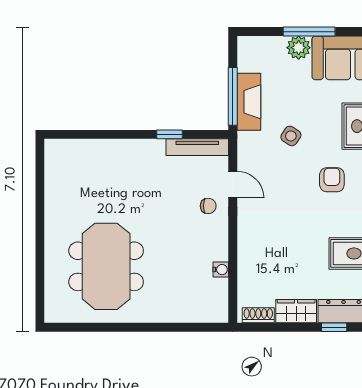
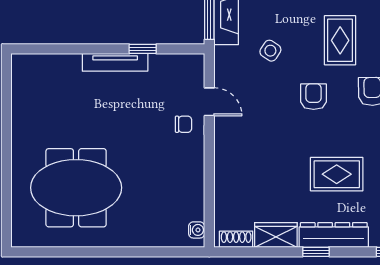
tv unit: (197, 147) -> (115, 62), moved
meeting table: (106, 266) -> (76, 188), turned 90
water cooler: (221, 270) -> (197, 230), moved

